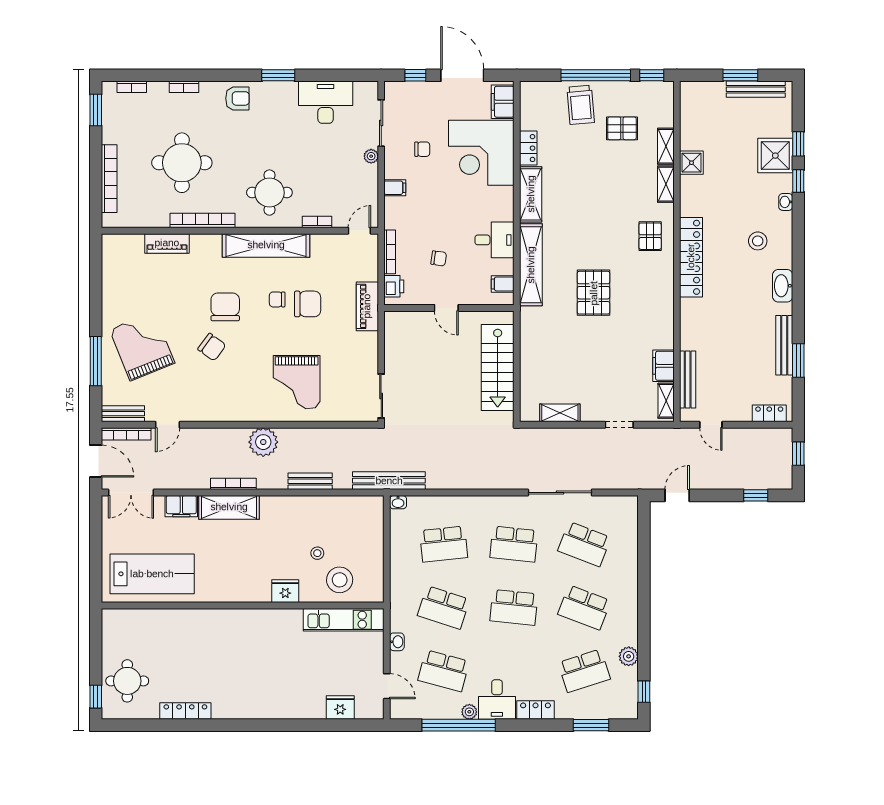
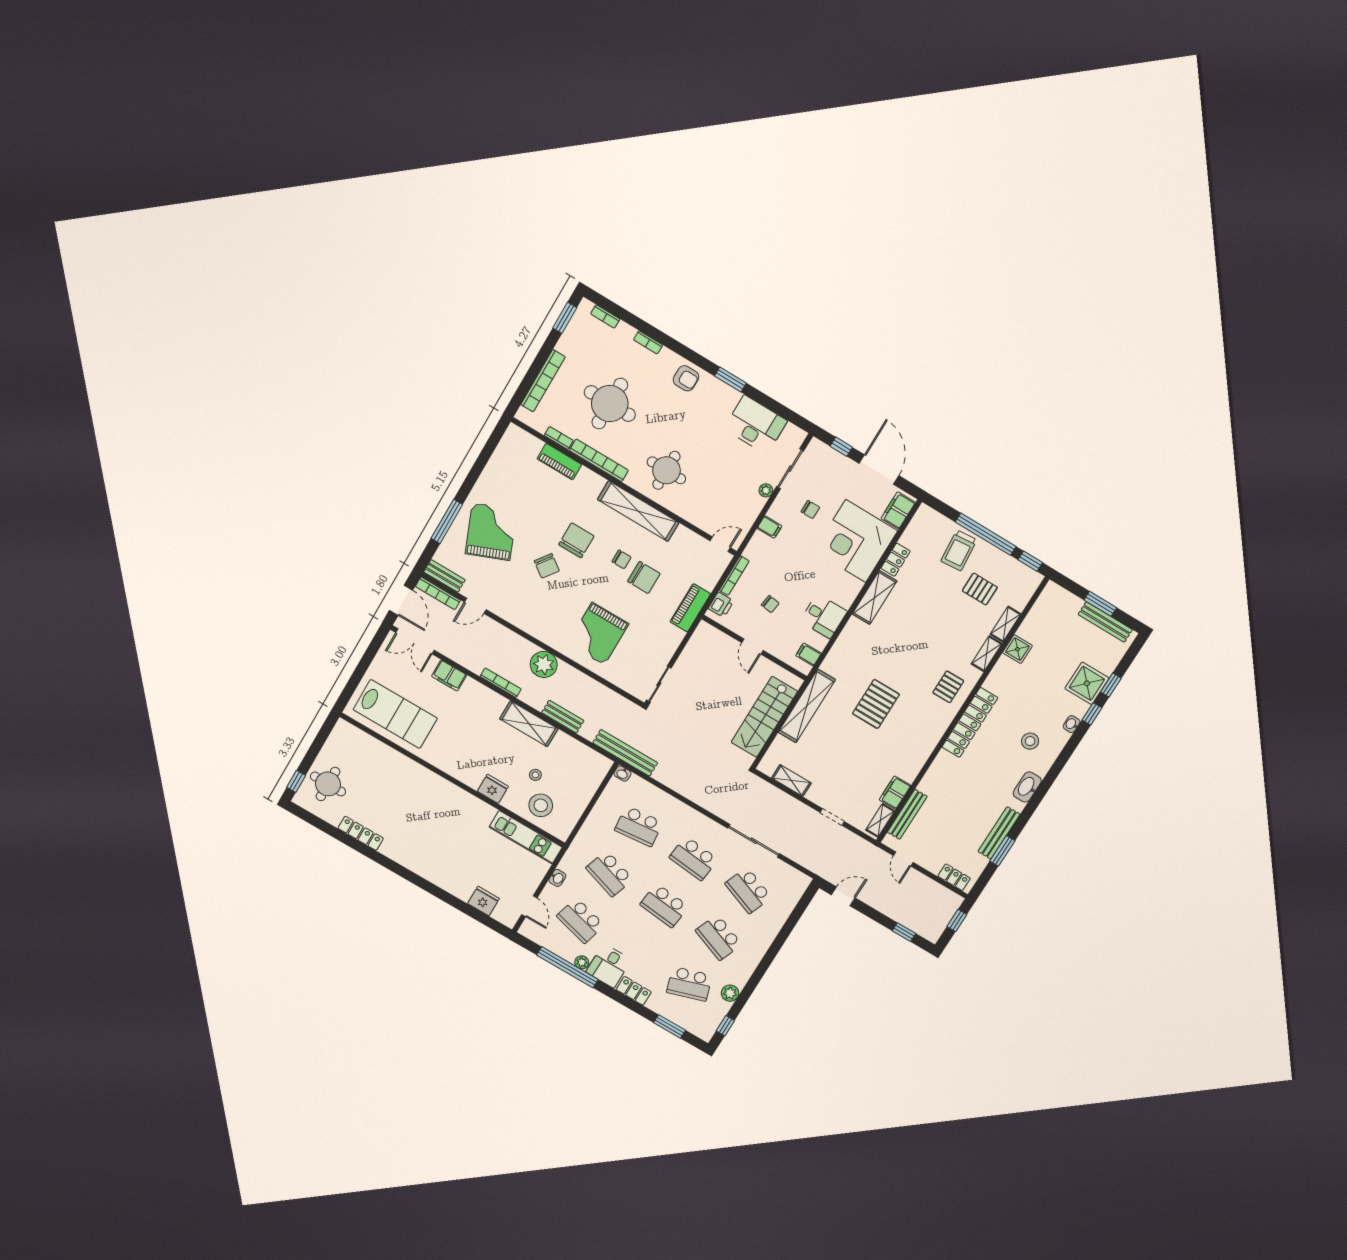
bookcase: (317, 222) -> (559, 438), moved
shelving: (531, 265) -> (807, 706), moved
chair: (277, 299) -> (622, 559), turned 180
shelving: (229, 507) -> (529, 724), moved

